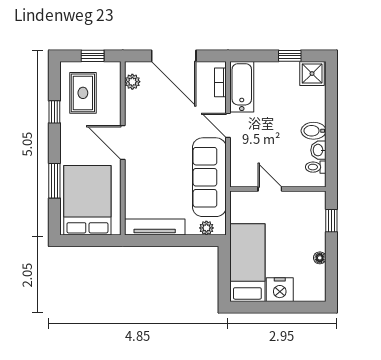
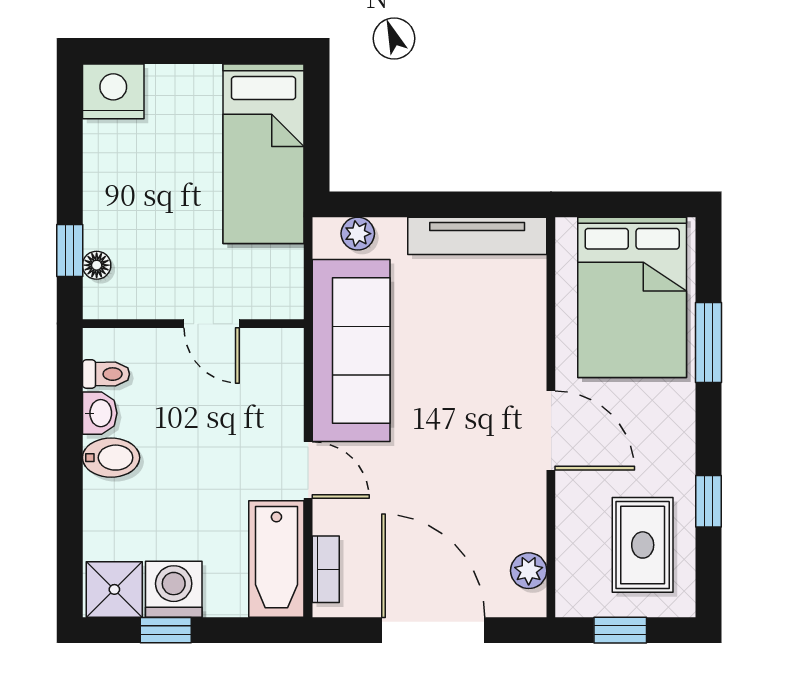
washing machine: (286, 74) -> (174, 589), added
floor lamp: (320, 258) -> (97, 265), moved
nightstand: (280, 290) -> (113, 91), moved

